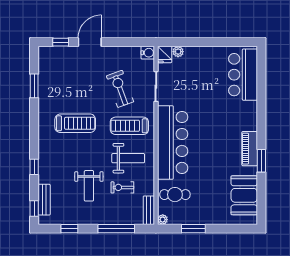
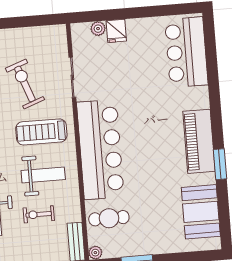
water cooler: (148, 53) -> (58, 33), removed
fridge: (165, 54) -> (116, 31), moved
piano: (250, 149) -> (199, 141), width x1.37, depth x1.33

